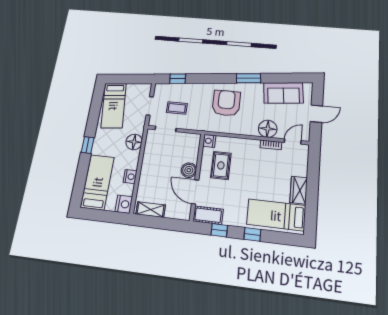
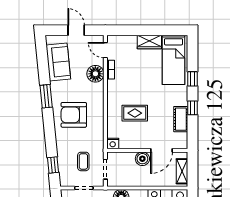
nightstand: (209, 141) -> (113, 143), moved
boiler: (189, 170) -> (142, 159), moved
wall: (197, 176) -> (147, 150), moved
door: (195, 192) -> (161, 150), moved

